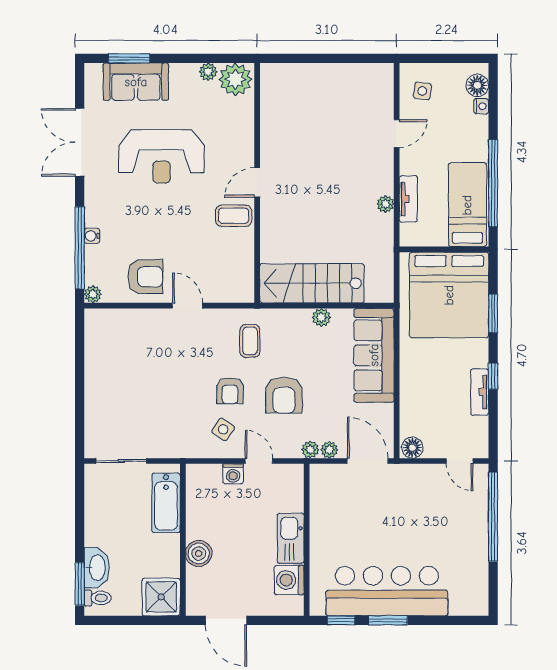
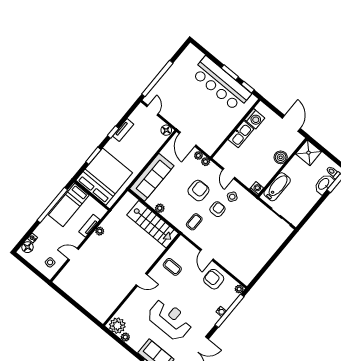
coffee table: (234, 216) -> (172, 267), moved
washing machine: (233, 474) -> (257, 189), moved

